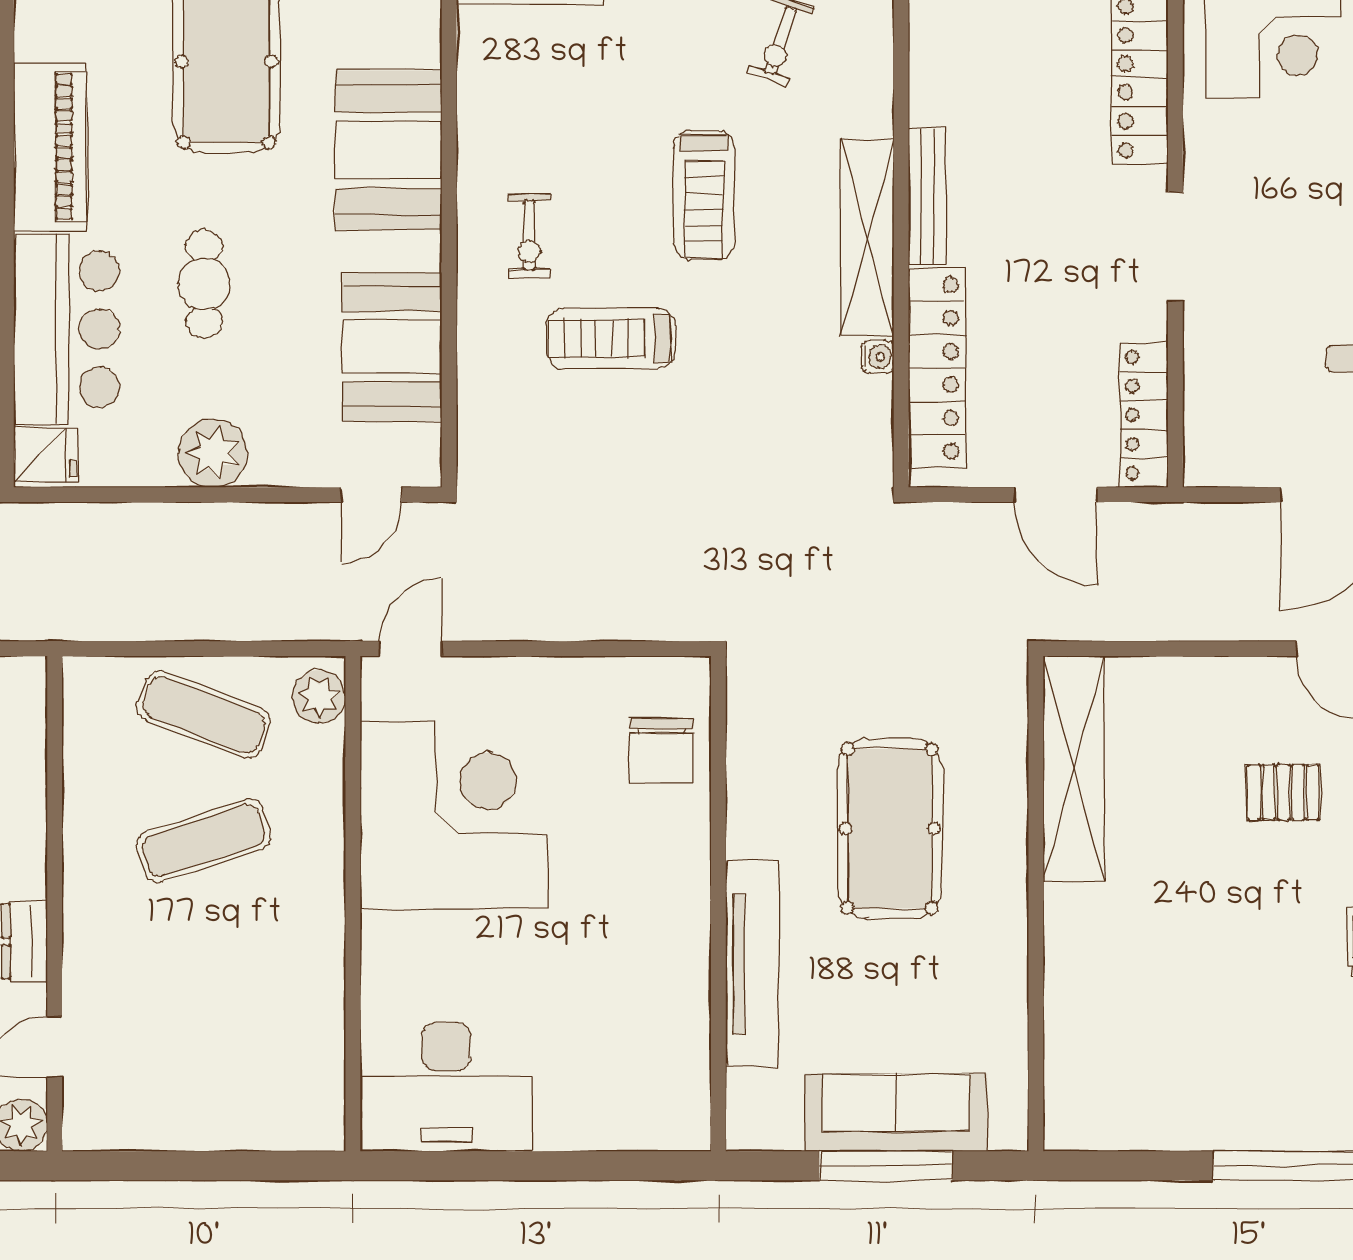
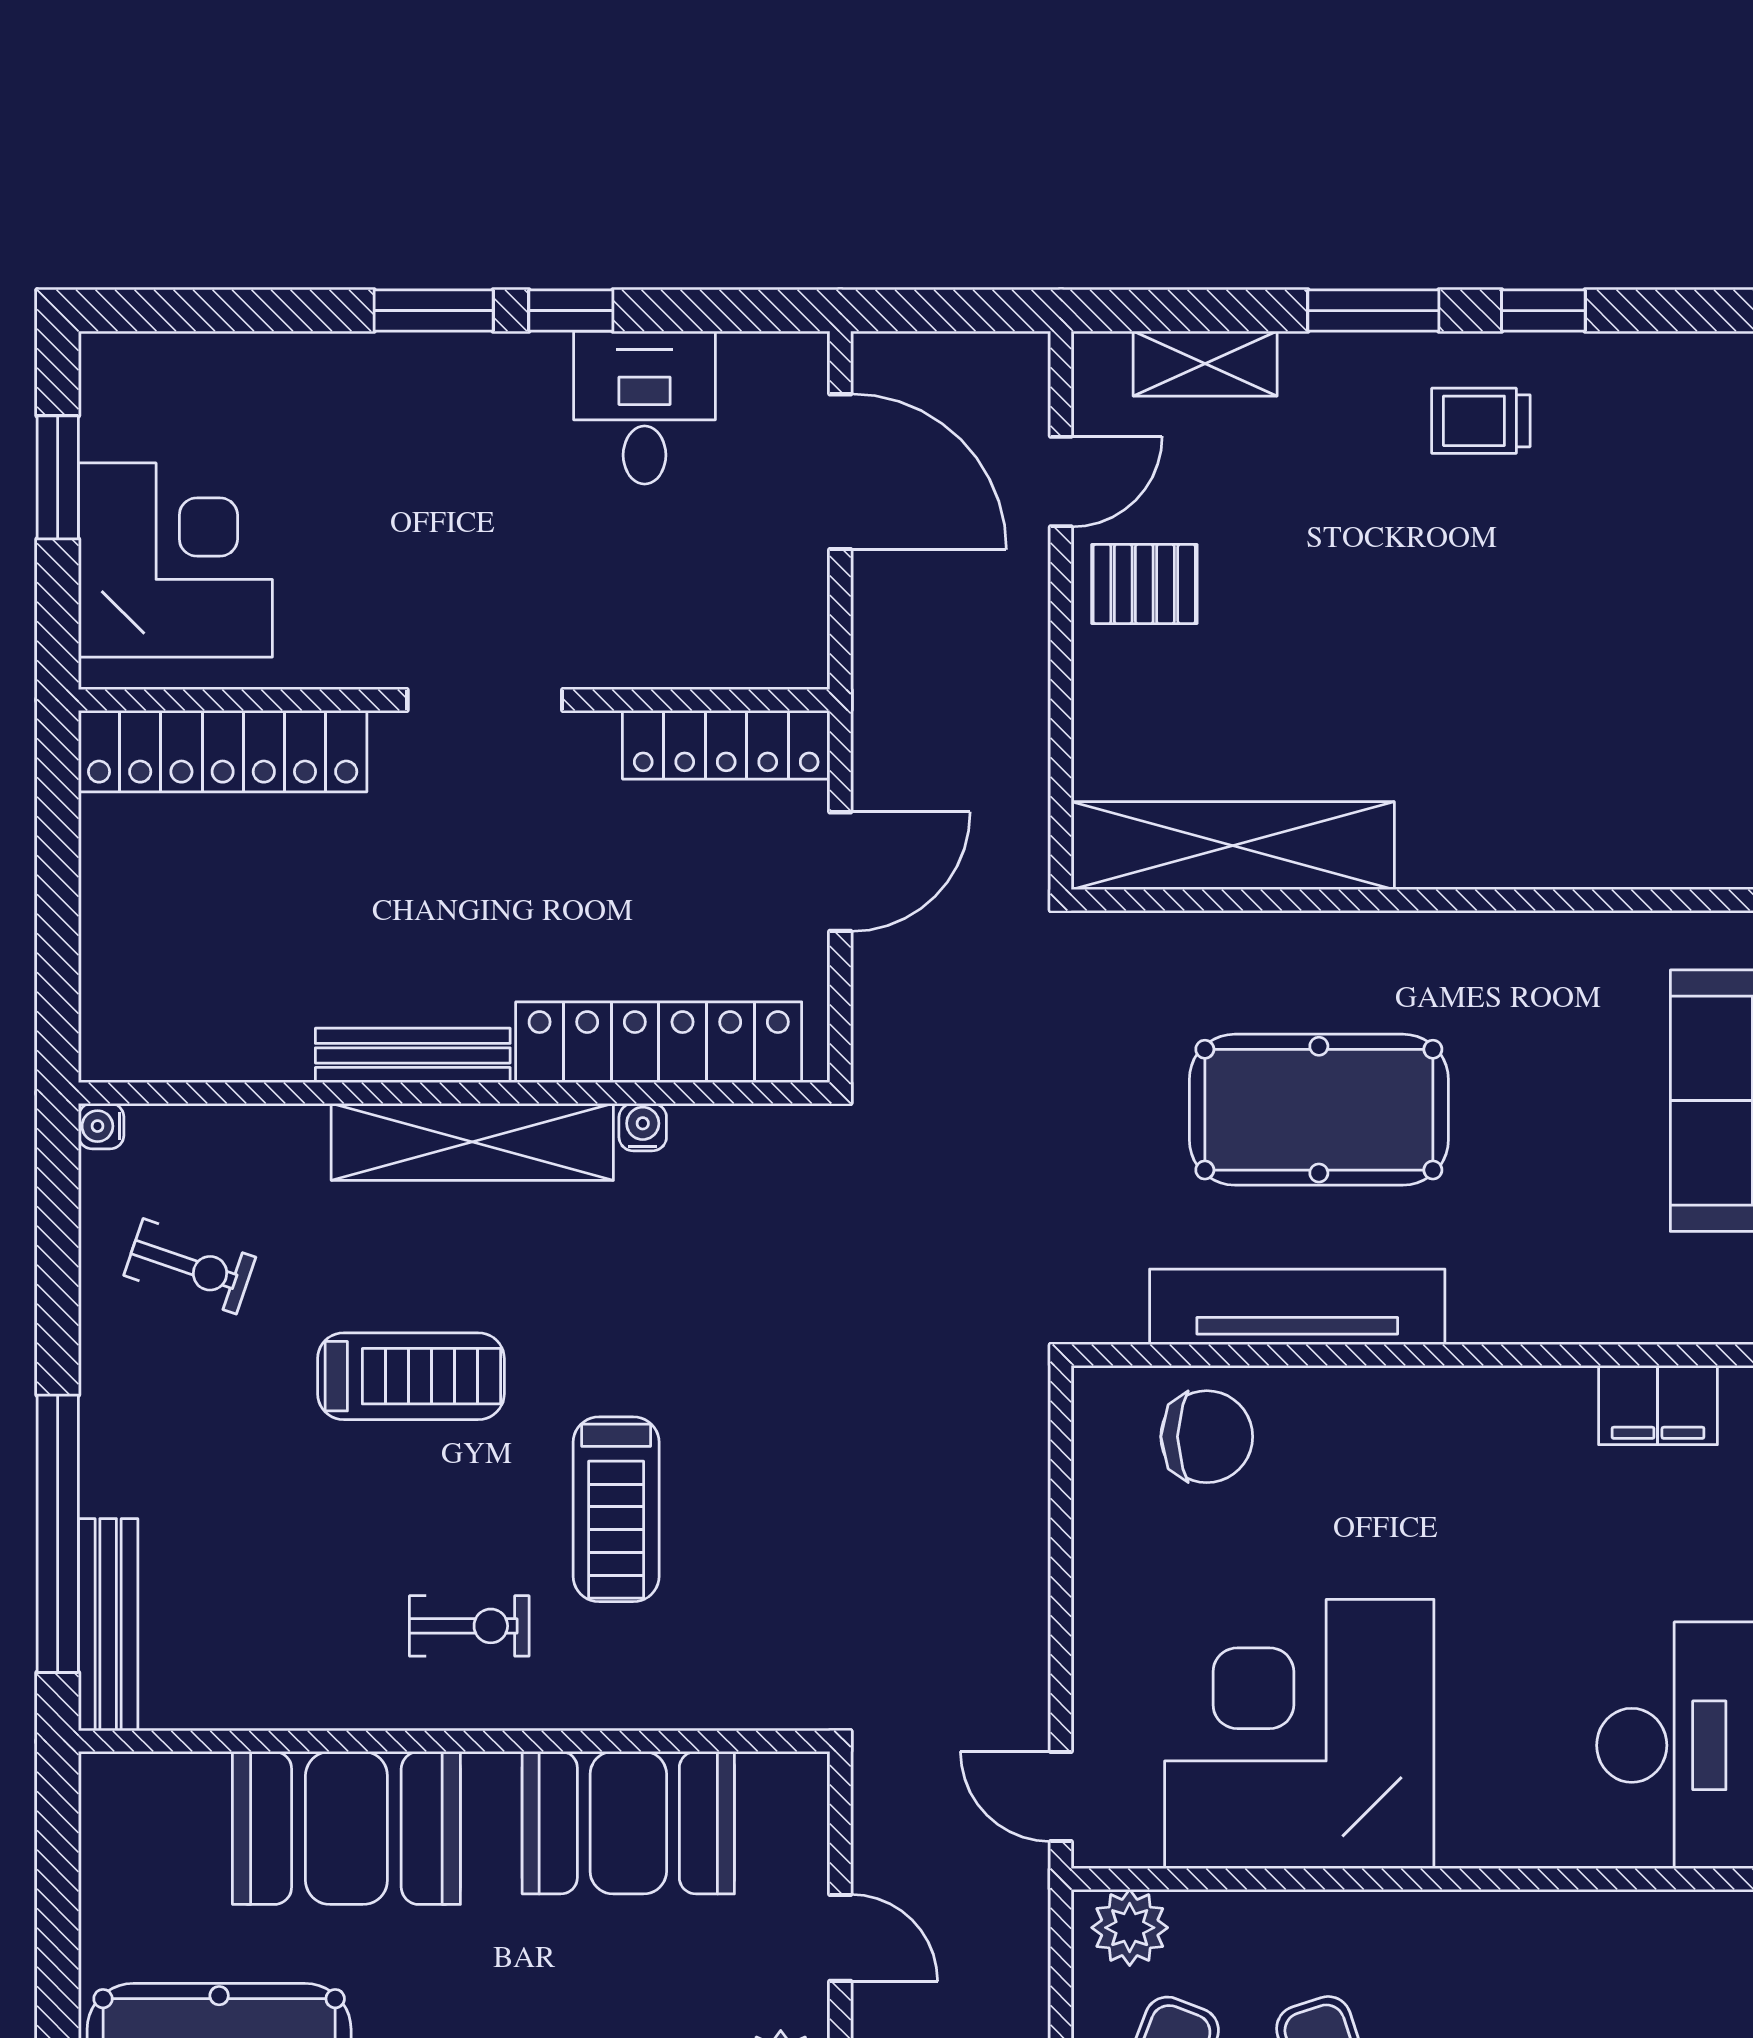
door: (371, 495) -> (840, 1938), moved
pallet: (1283, 792) -> (1144, 584), moved, turned 90
tv unit: (752, 964) -> (1297, 1307), moved
filing cabinet: (684, 1065) -> (1658, 1405), added

